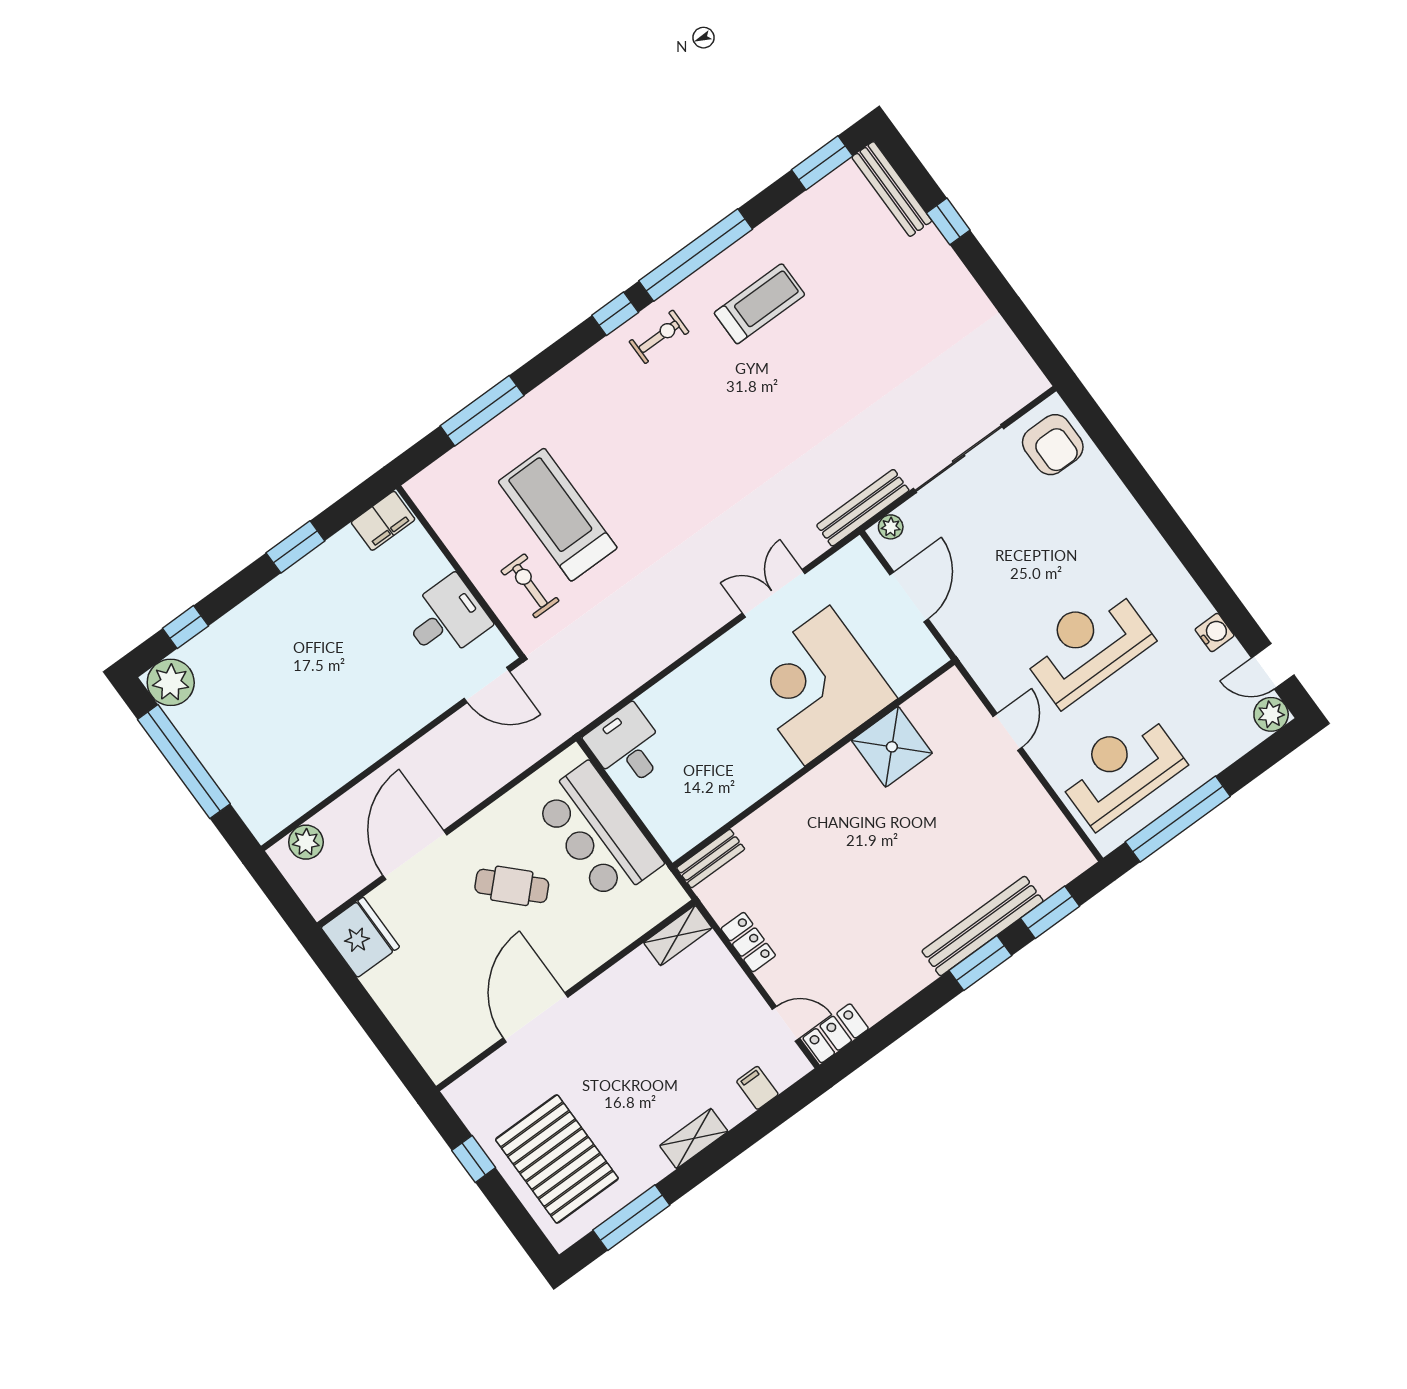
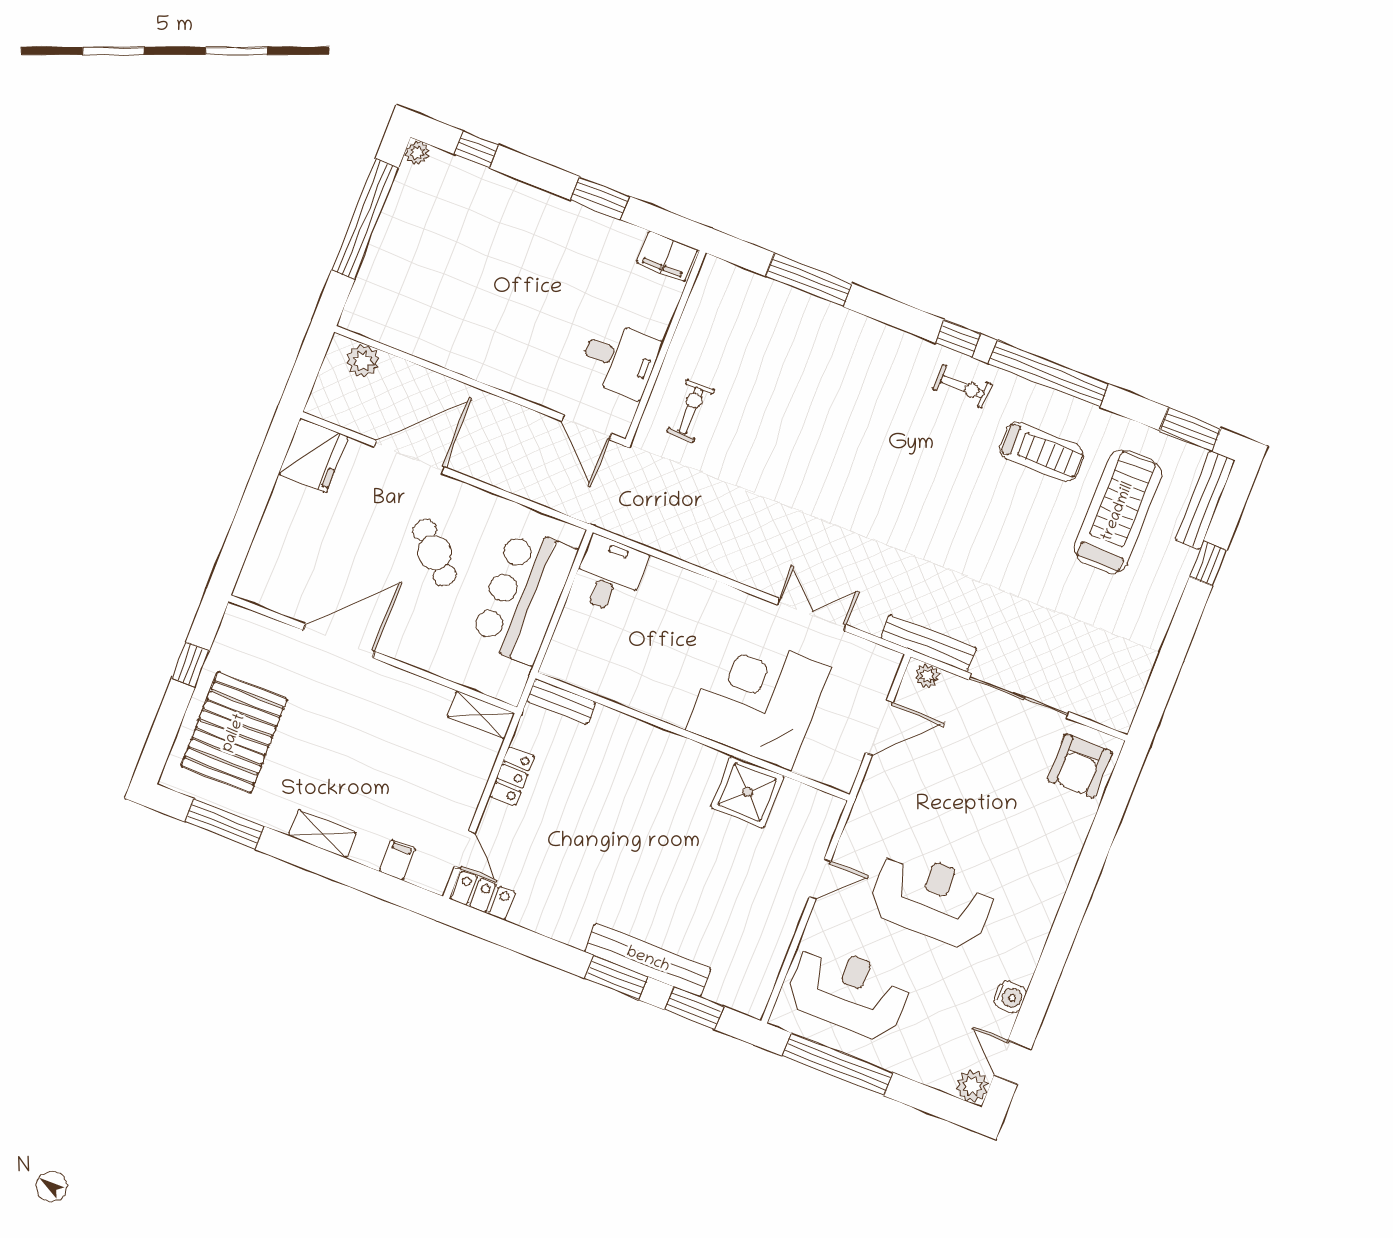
treadmill: (558, 515) -> (1118, 512), moved
plant: (171, 682) -> (417, 153), width x0.53, depth x0.53

